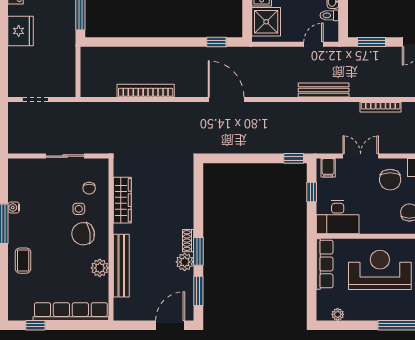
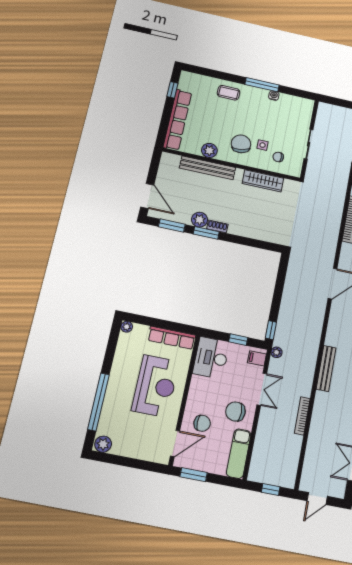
plant: (317, 148) -> (277, 352), added
plant: (338, 314) -> (127, 327), moved

